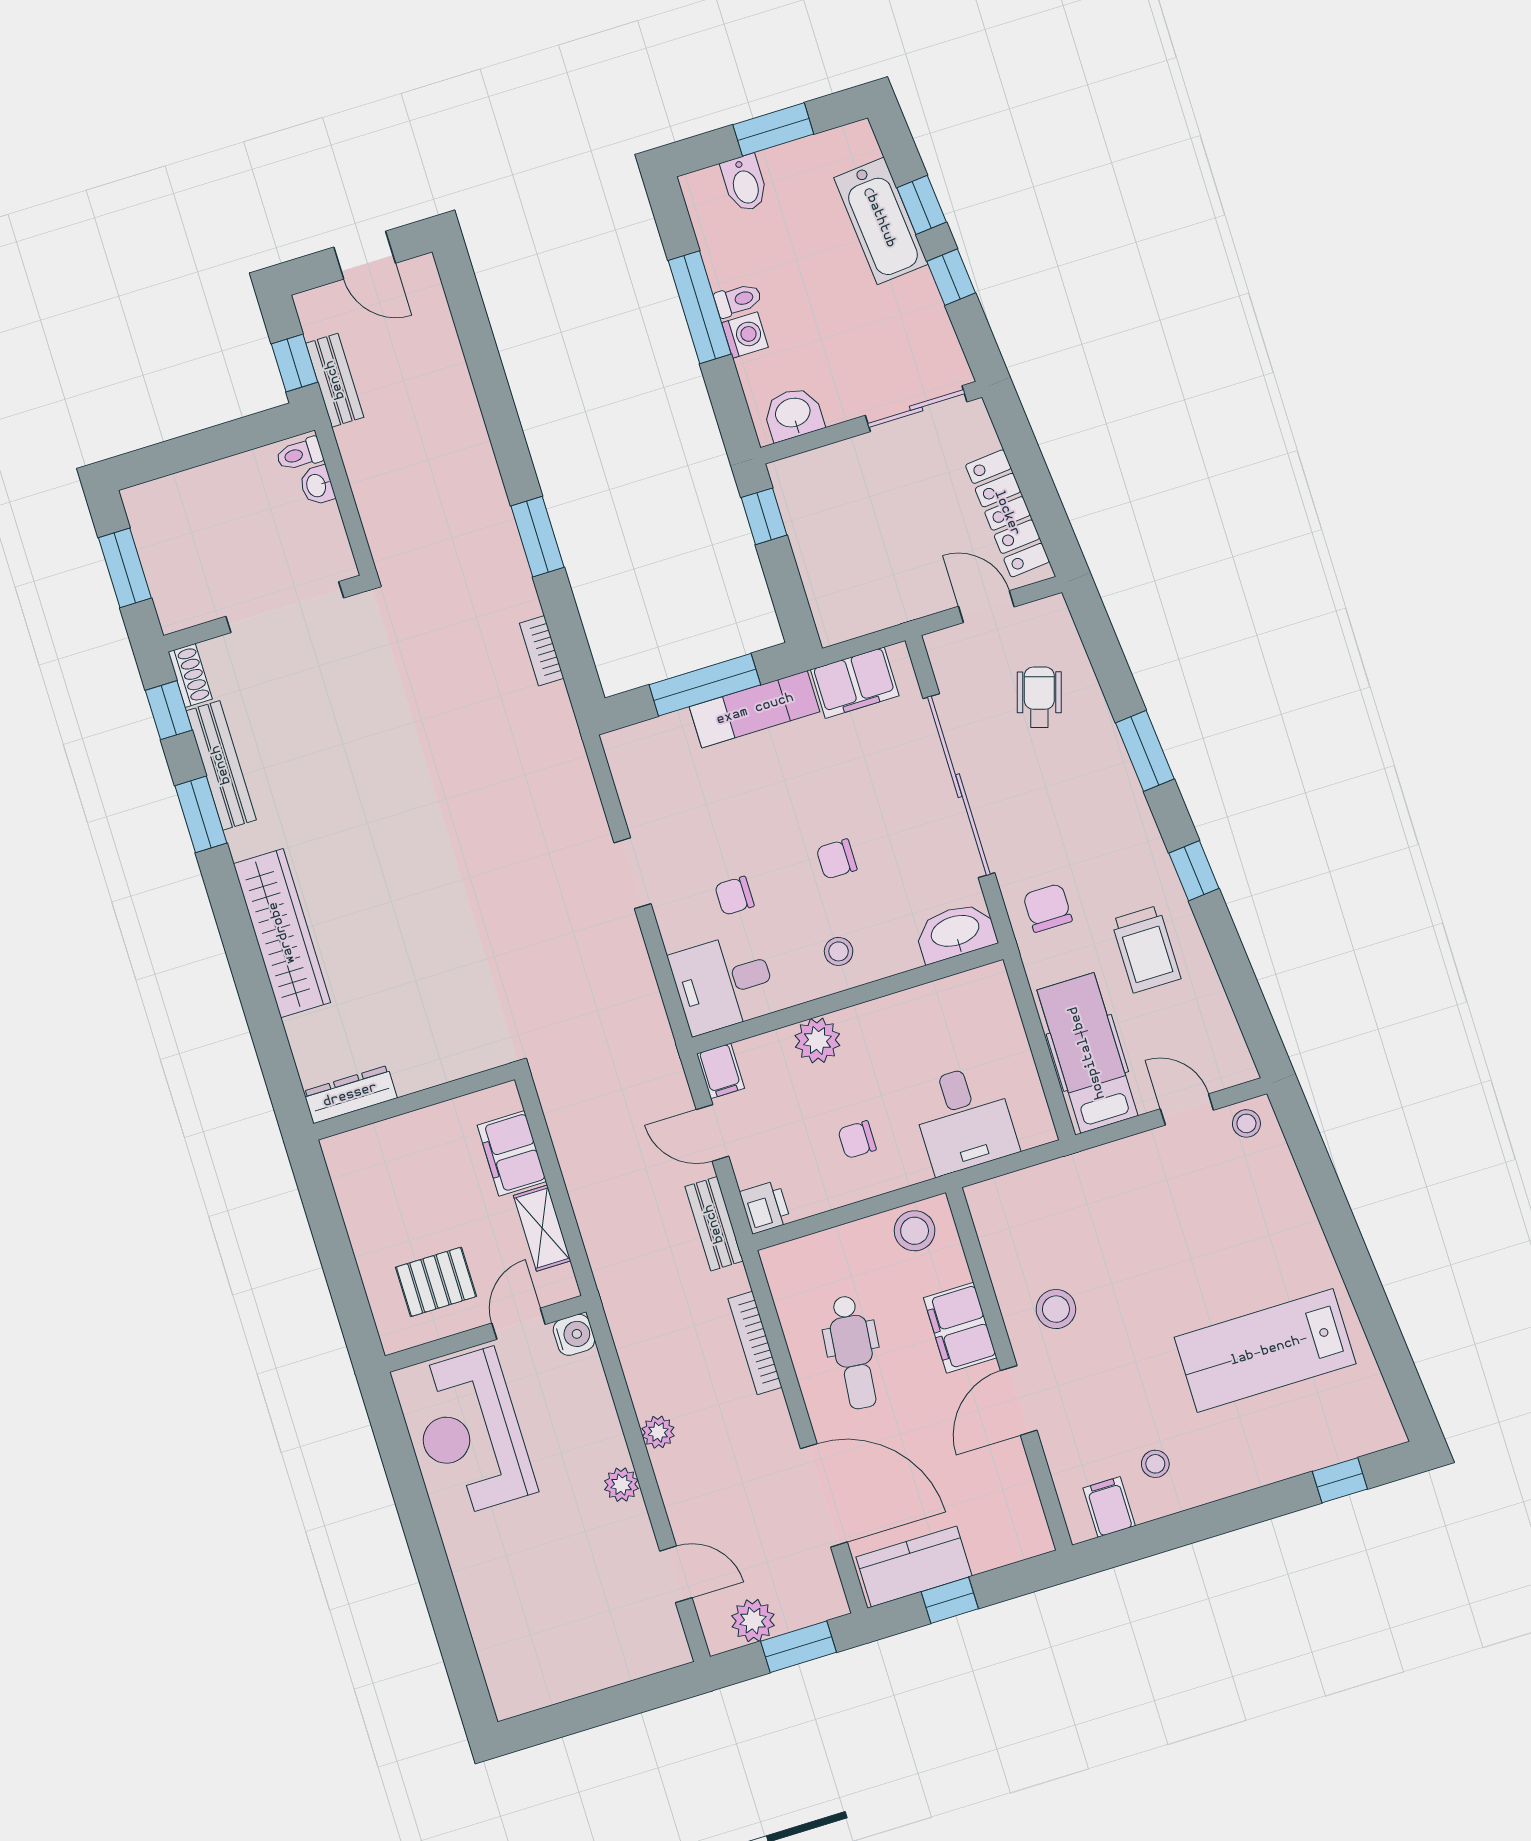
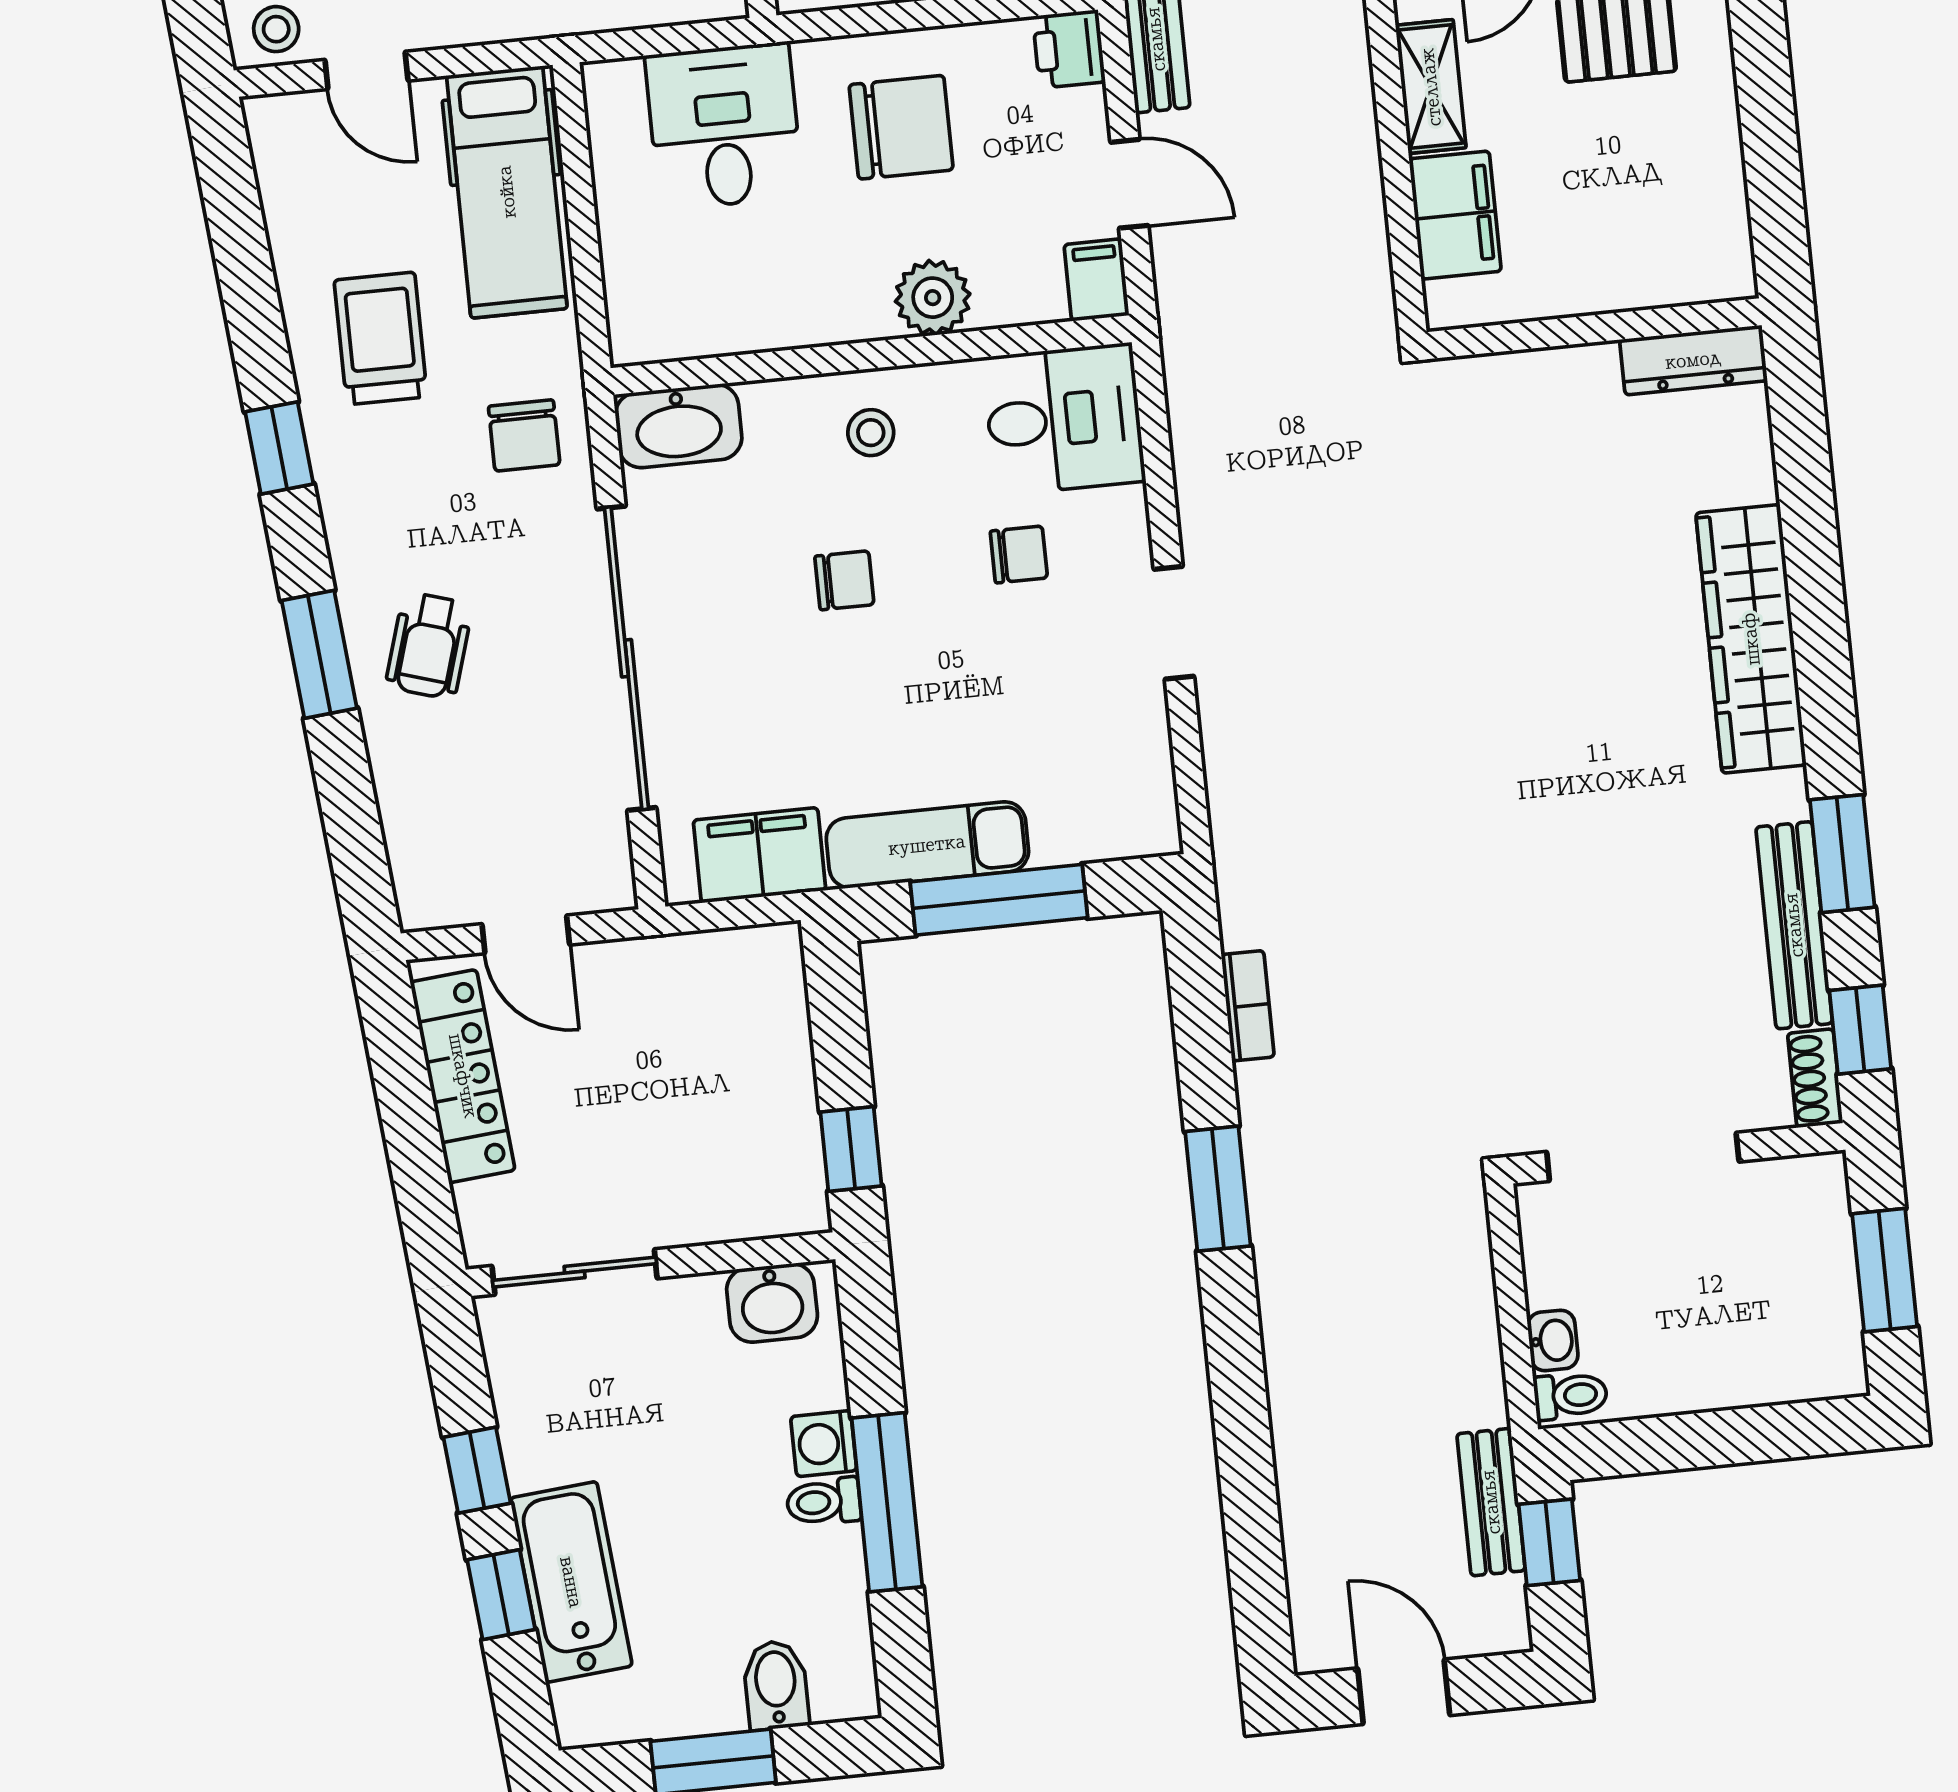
wheelchair: (1039, 697) -> (429, 646), moved
chair: (857, 1140) -> (901, 127), width x1.87, depth x1.87

